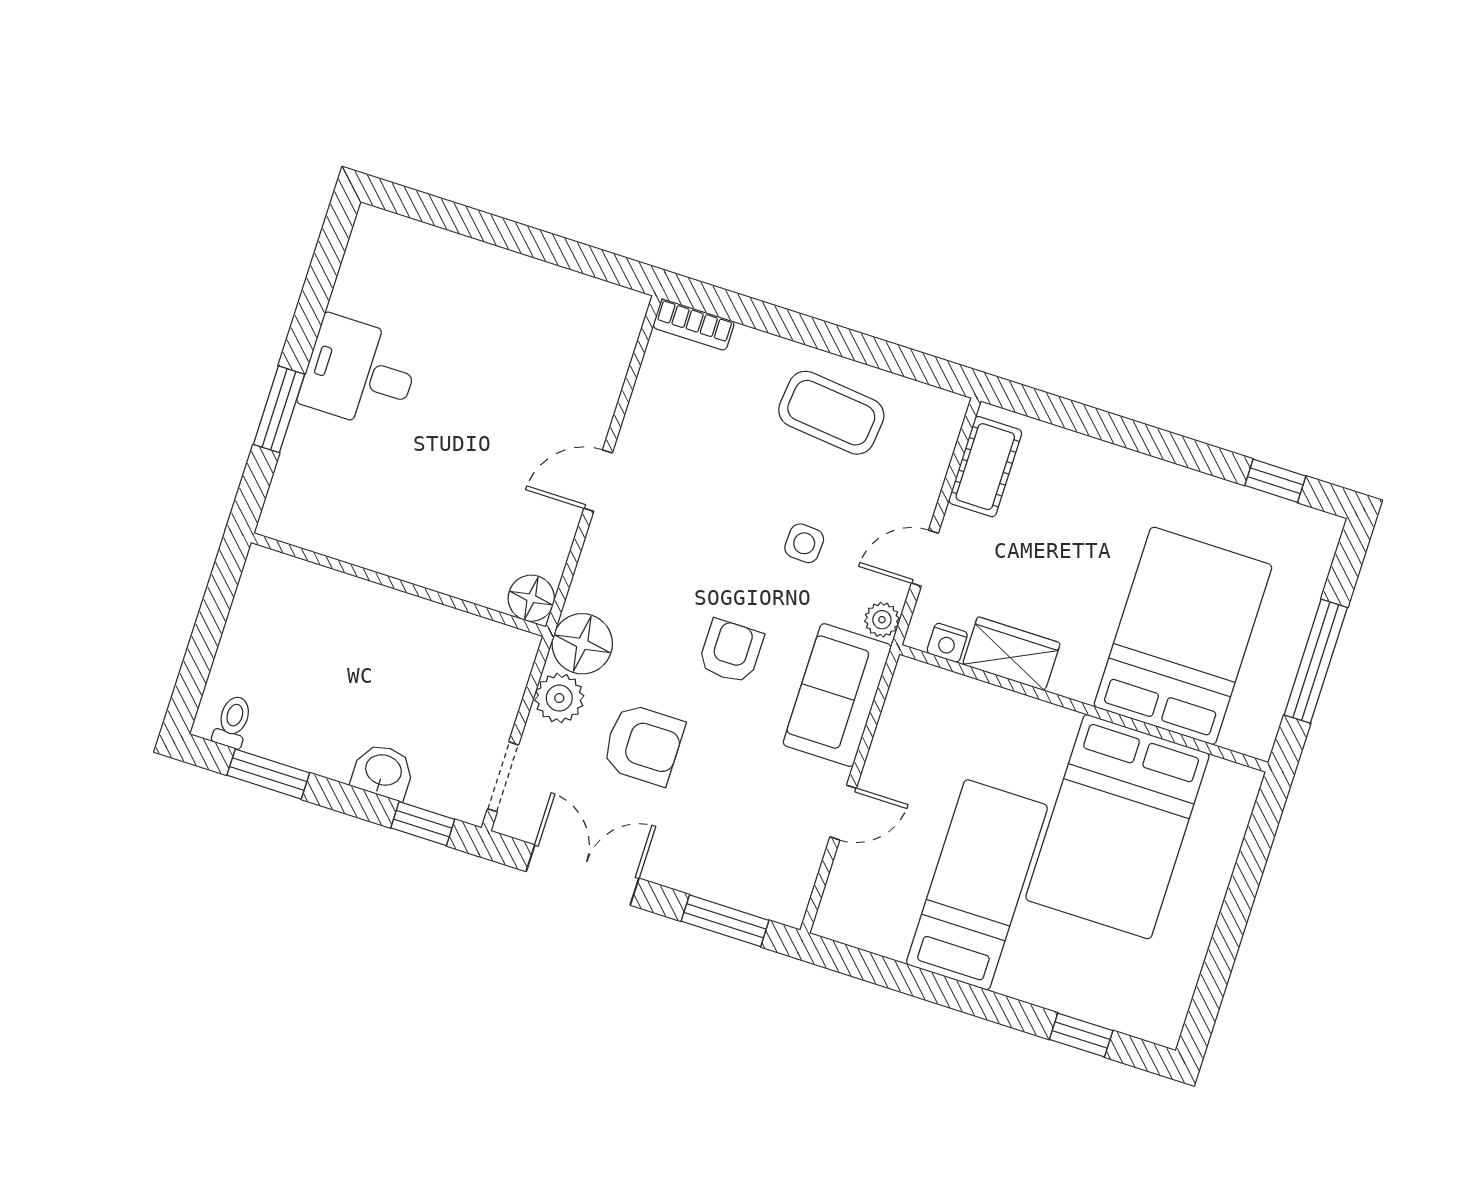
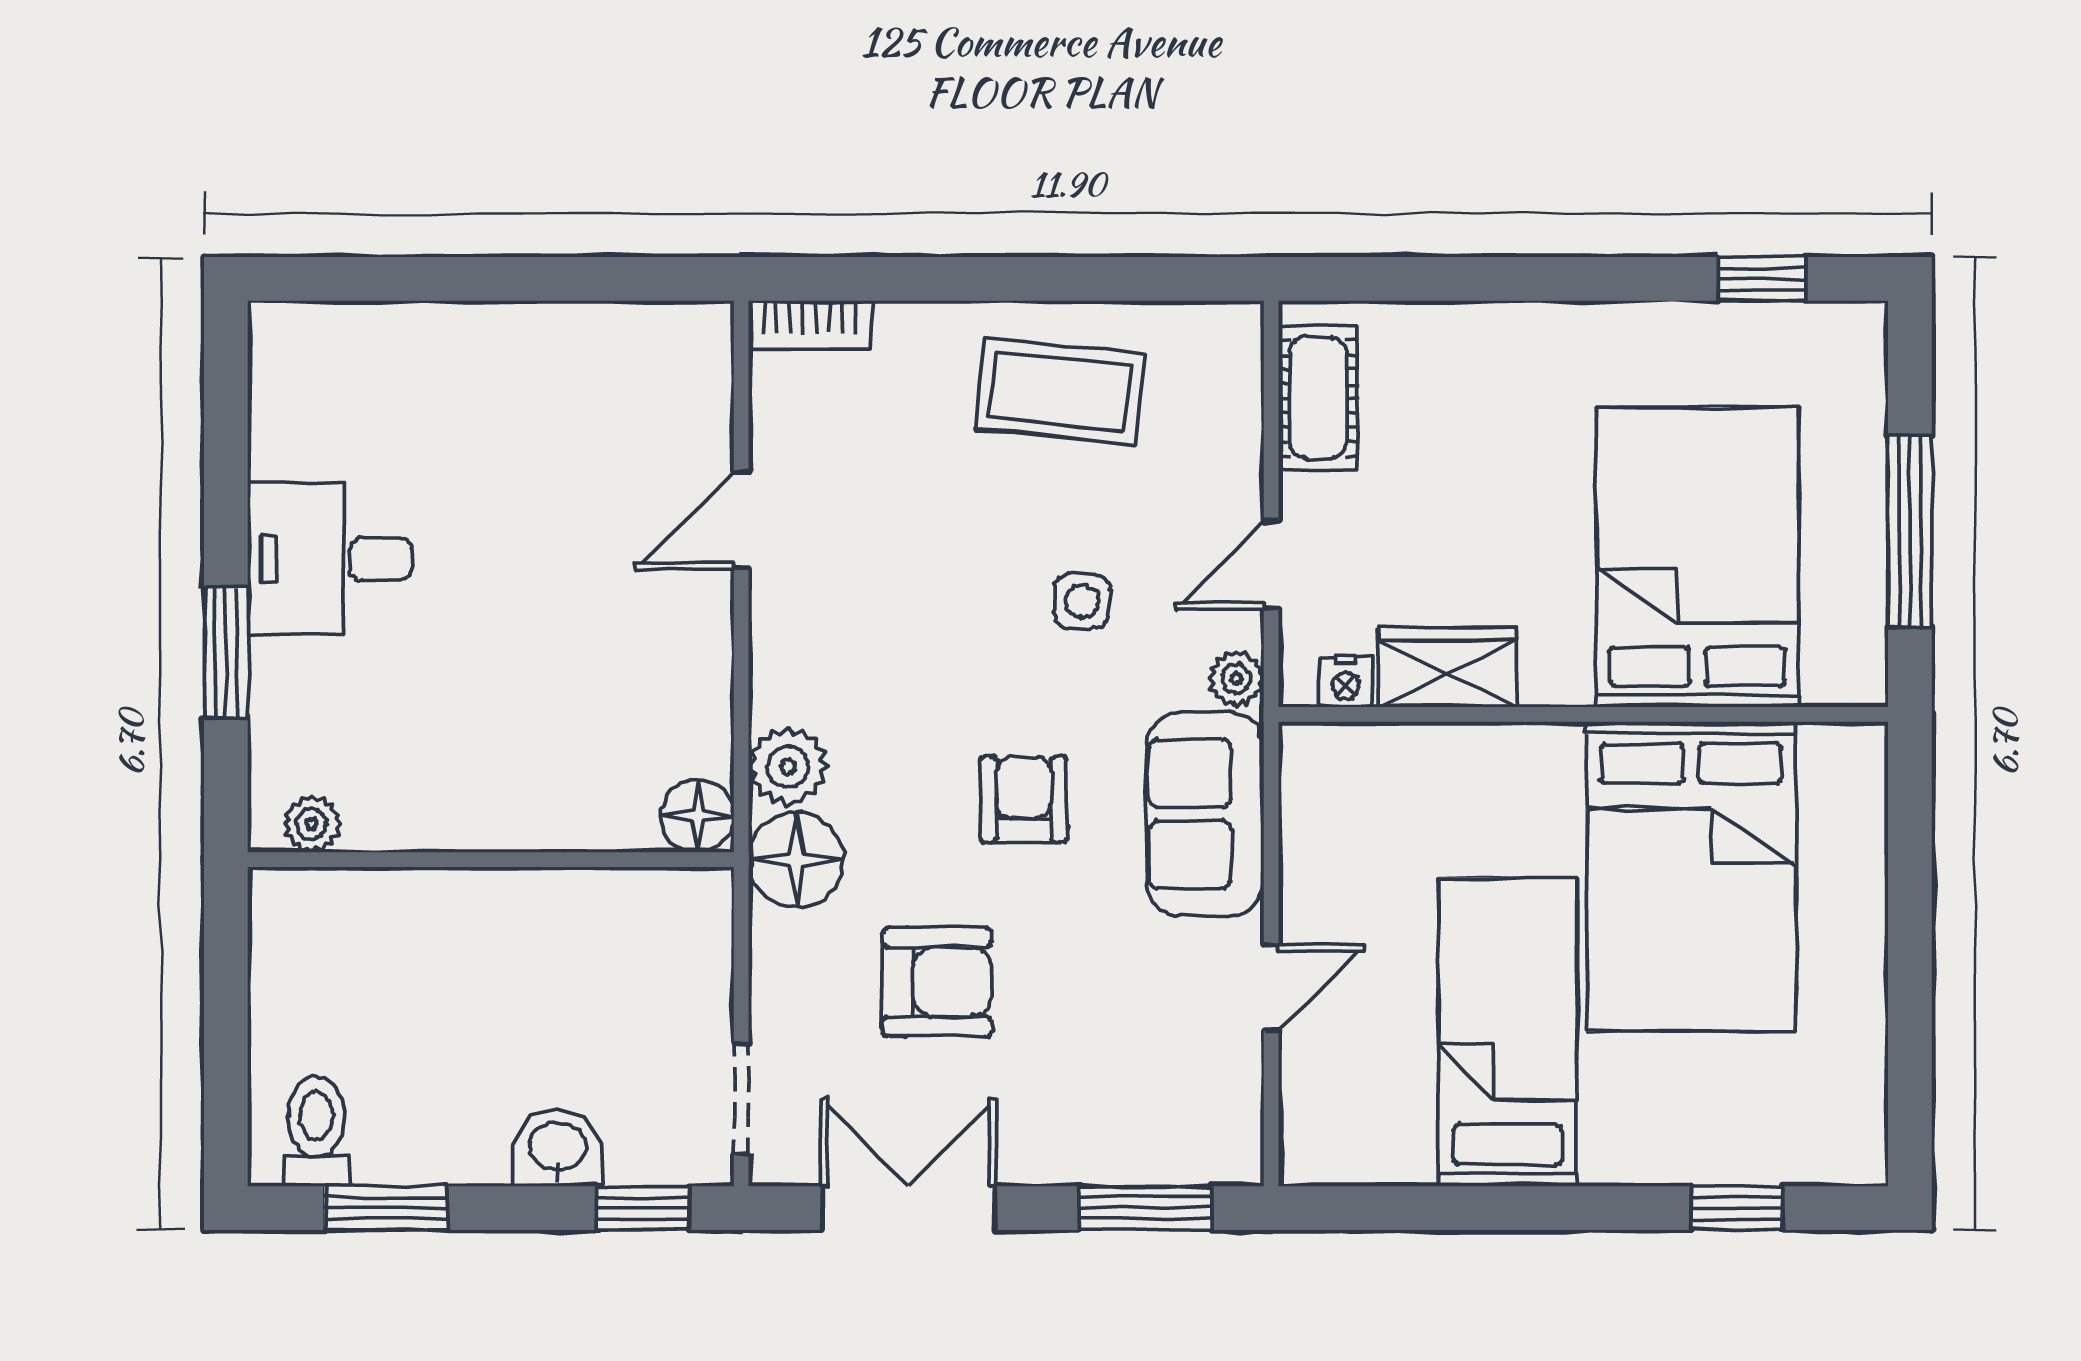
door: (598, 481) -> (741, 520), moved
plant: (298, 529) -> (312, 824), added
plant: (559, 698) -> (788, 767), moved
toilet: (233, 722) -> (316, 1131), width x1.37, depth x1.39

